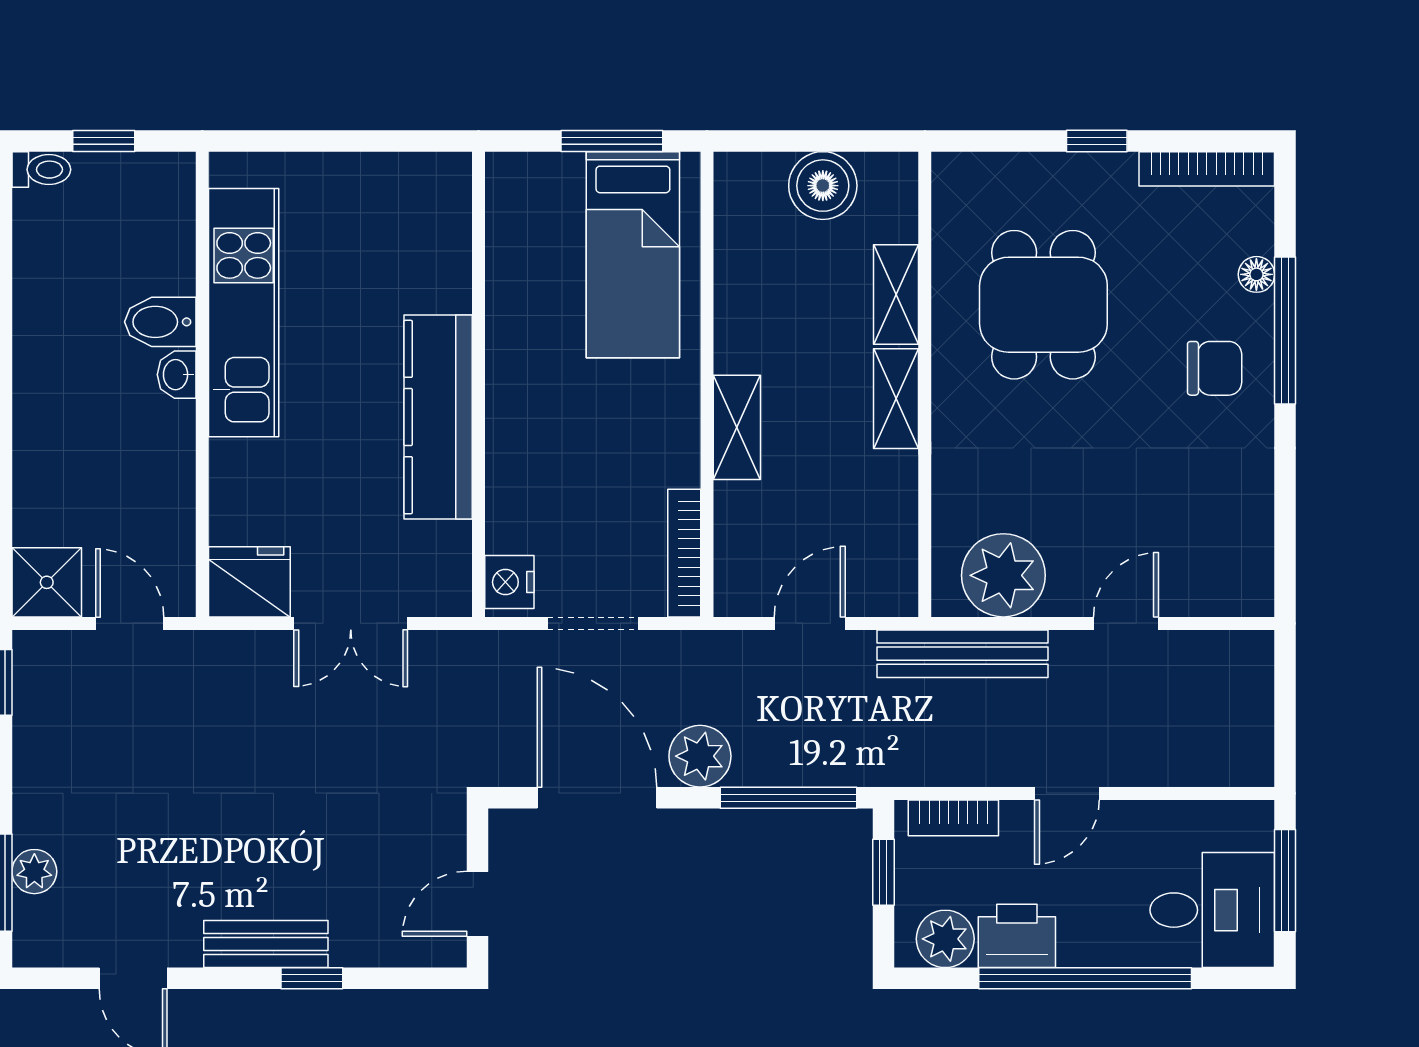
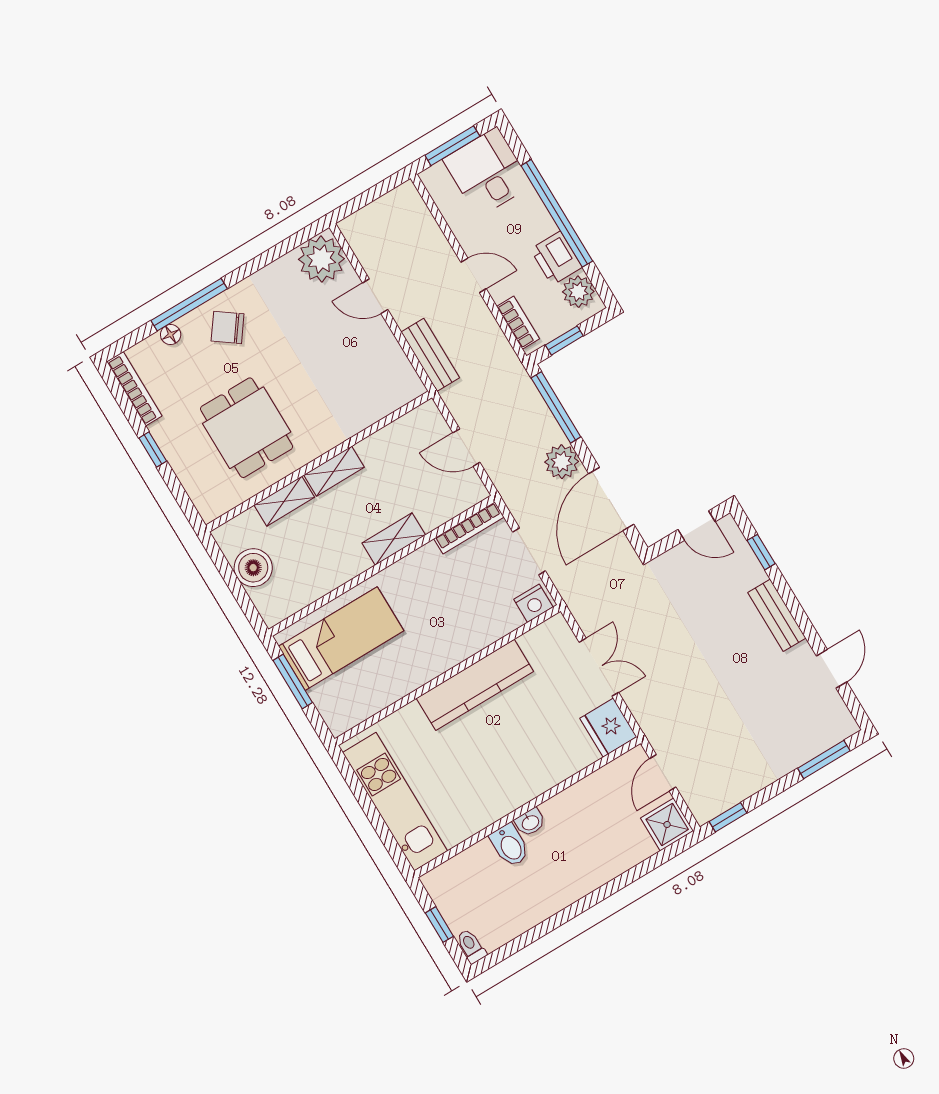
dining table: (1043, 305) -> (247, 428), turned 90
kitchen unit: (244, 313) -> (395, 802), moved, turned 90
chair: (1215, 368) -> (228, 327), turned -54
plant: (1003, 575) -> (321, 259), moved
bench: (962, 654) -> (430, 355), width x0.73
plant: (34, 872) -> (809, 747), removed
window: (312, 978) -> (761, 552), moved

